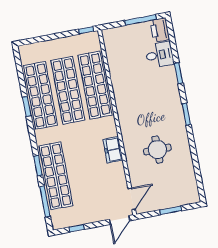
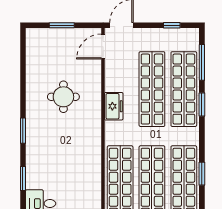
shop shelf: (83, 171) -> (152, 89), added

